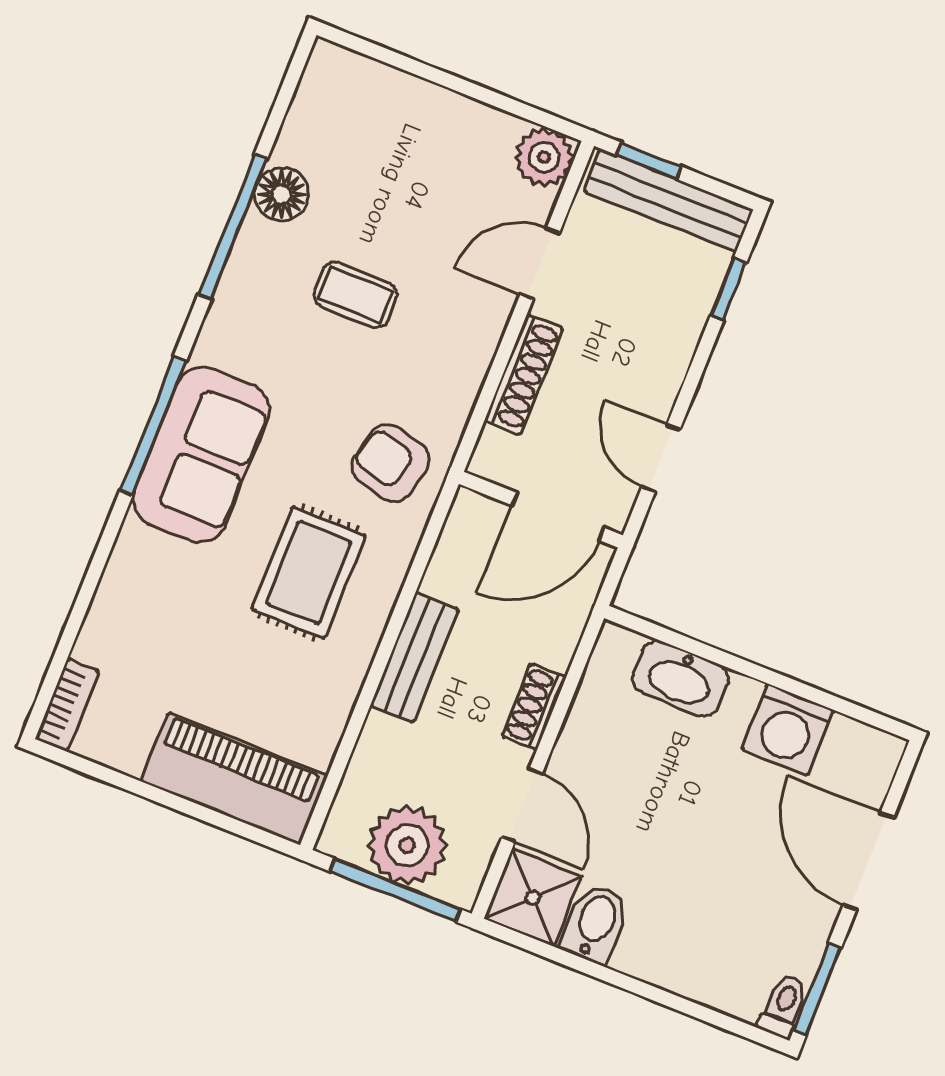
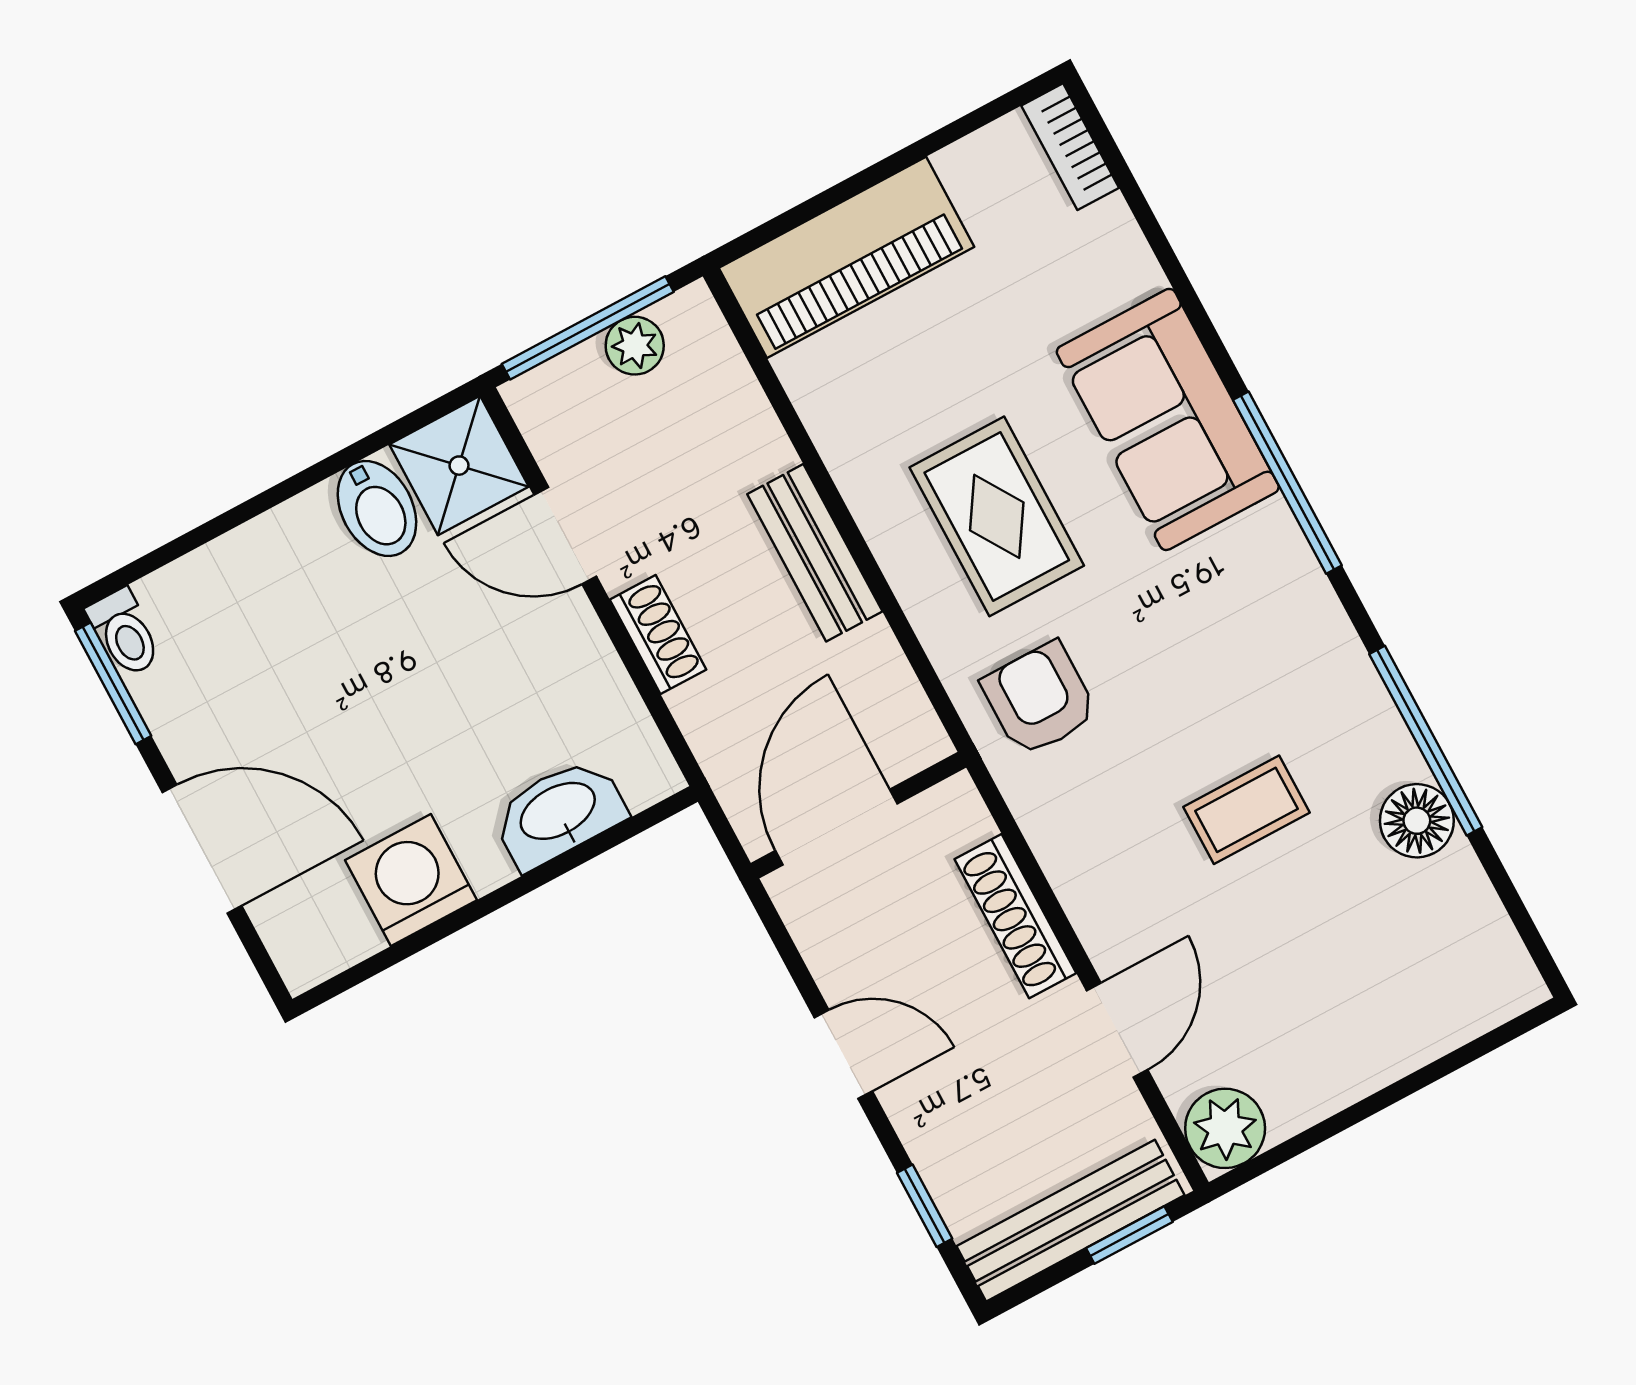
sofa: (201, 455) -> (1168, 419), moved
door: (661, 458) -> (843, 1054), moved
armchair: (391, 463) -> (1039, 699), turned -104
plant: (407, 845) -> (635, 346), width x0.53, depth x0.53

